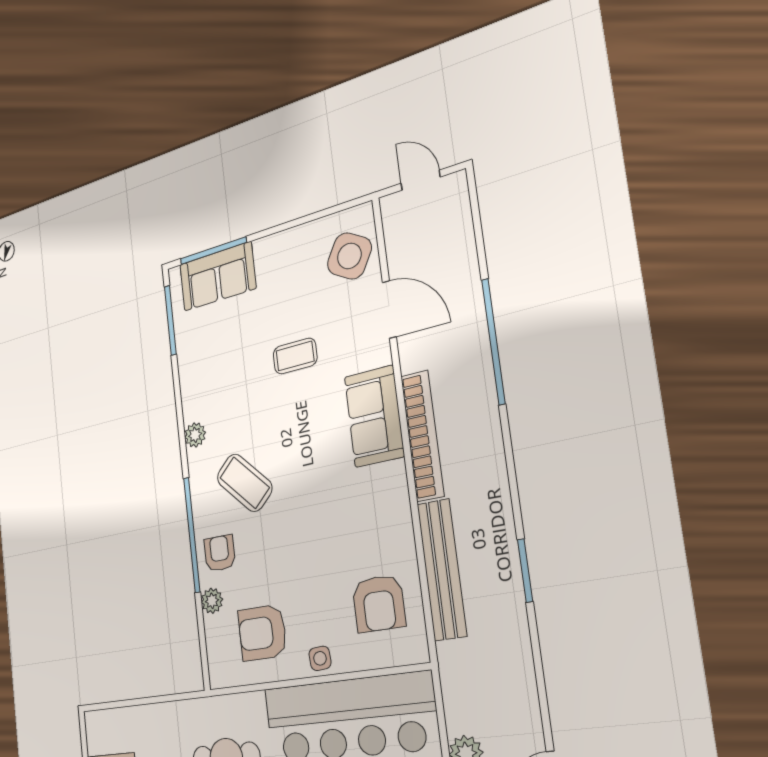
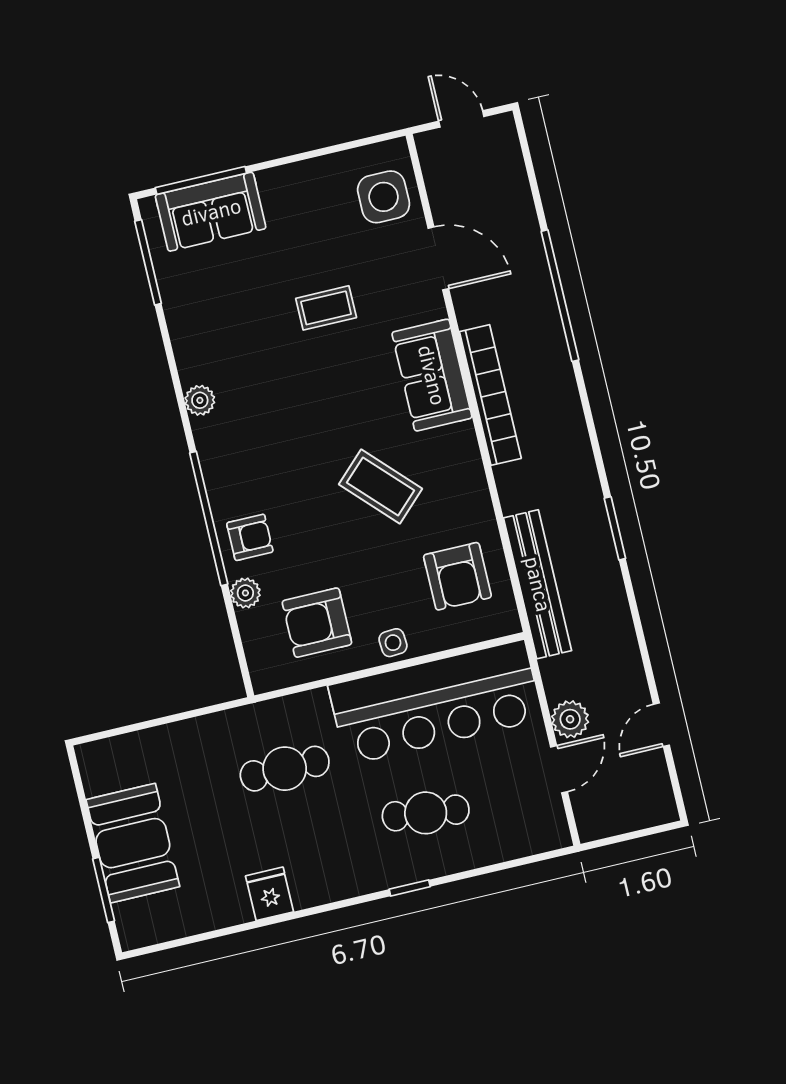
side table: (349, 256) -> (384, 197), turned -30
coffee table: (245, 483) -> (380, 486), moved
armchair: (220, 553) -> (250, 537), turned 90
bench: (442, 570) -> (538, 584), moved

